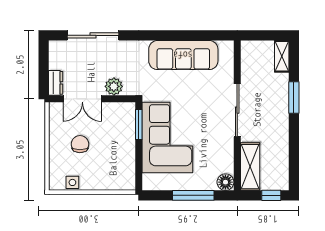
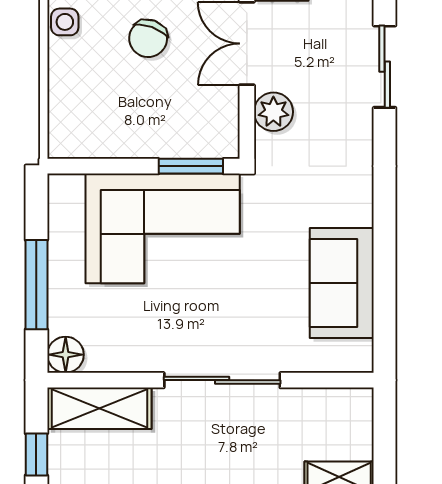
sliding door: (93, 35) -> (385, 67), width x0.73
sofa: (183, 55) -> (342, 283), width x0.73
chair: (80, 144) -> (148, 38), turned 110

